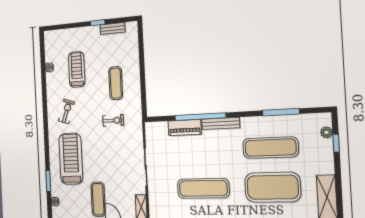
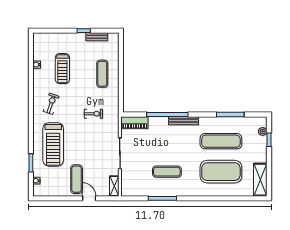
treadmill: (77, 69) -> (62, 69), turned 180
exercise mat: (116, 83) -> (102, 74), moved
piano: (185, 128) -> (134, 123), moved
treadmill: (71, 159) -> (53, 144), turned 180
exercise mat: (203, 188) -> (167, 172), width x0.73, depth x0.69

